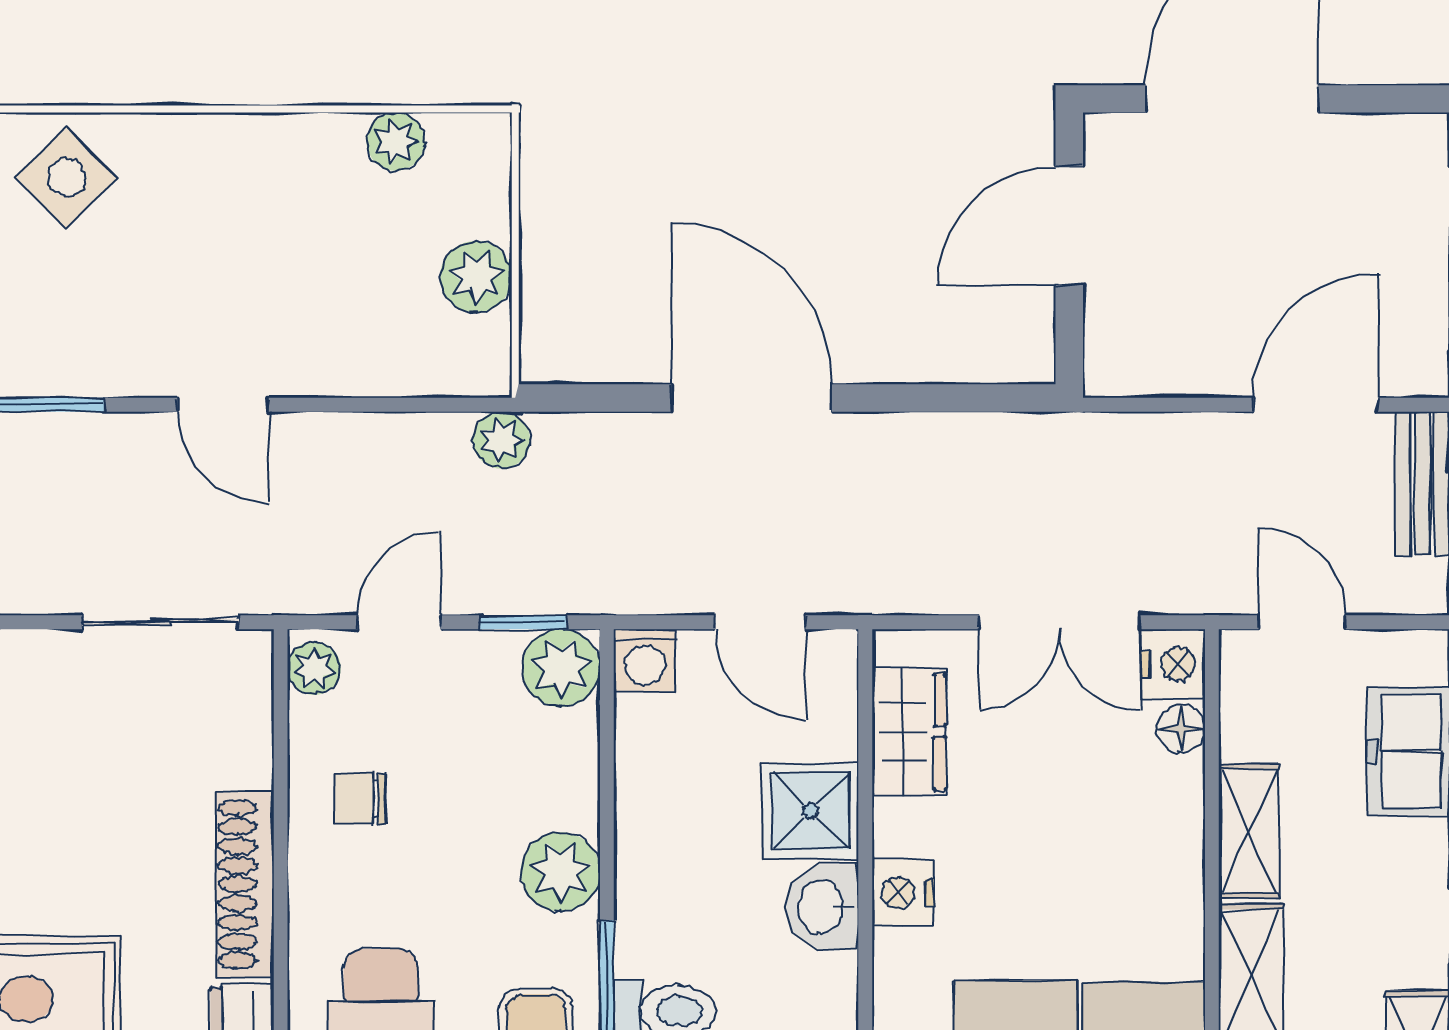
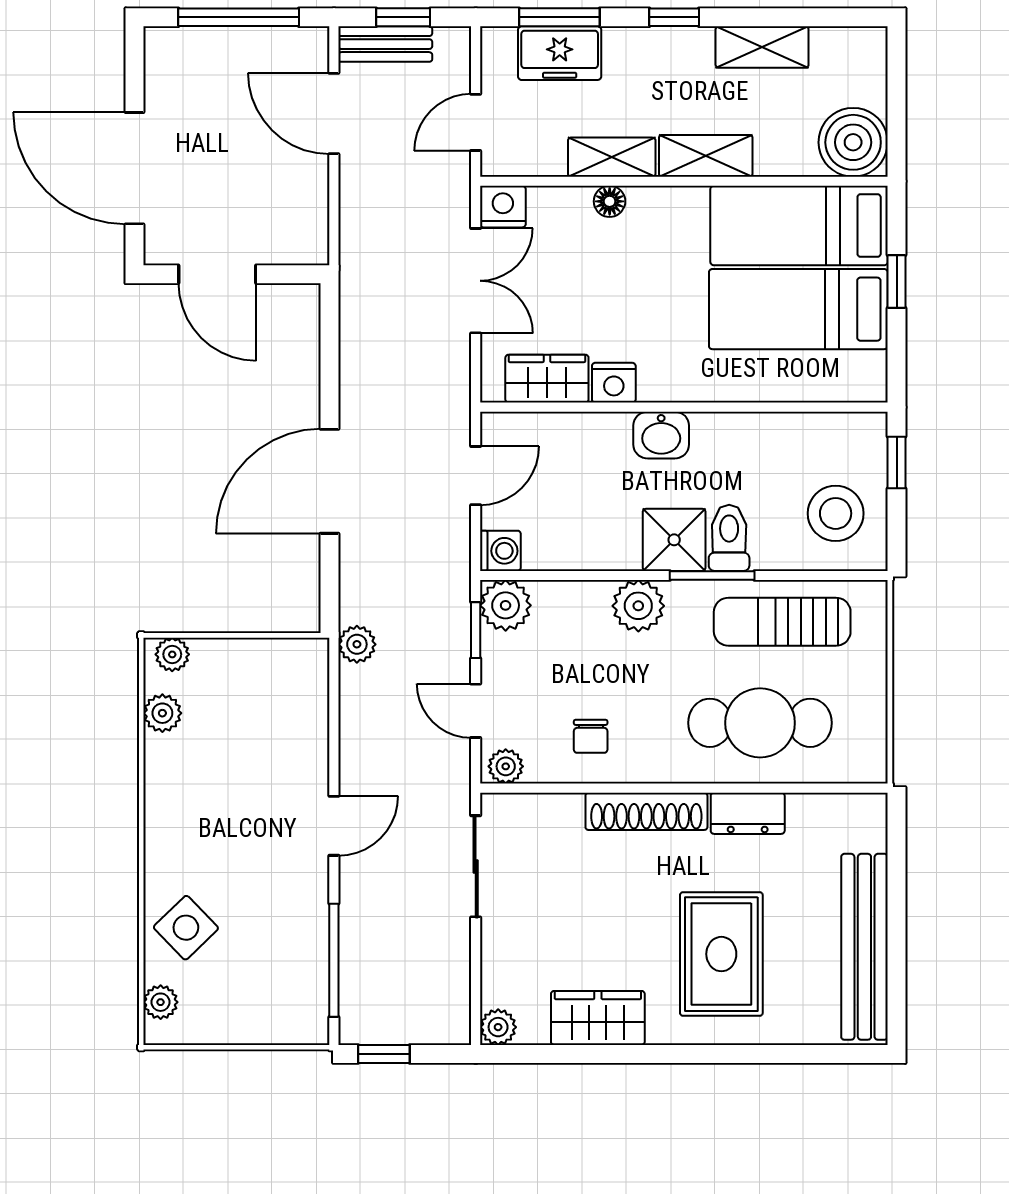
plant: (476, 277) -> (172, 654), moved, width x0.73, depth x0.73
floor lamp: (1181, 728) -> (610, 201), moved
shower: (811, 811) -> (674, 540), moved
nightstand: (903, 893) -> (614, 383), moved

